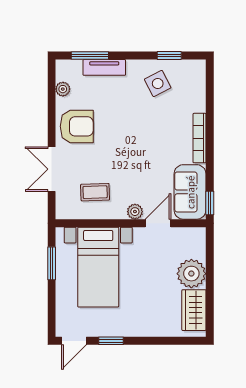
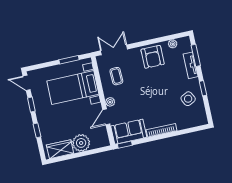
window: (169, 55) -> (203, 88), moved
double door: (52, 169) -> (114, 50), moved
door: (158, 223) -> (106, 117), swing flipped
window: (155, 341) -> (37, 130), added

